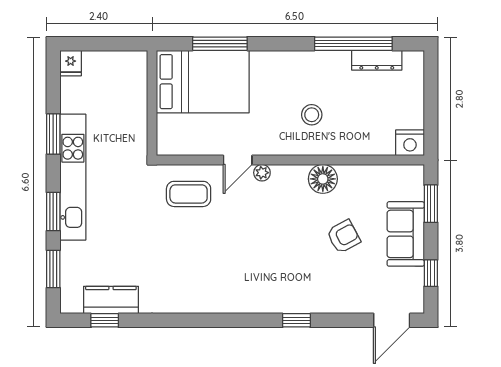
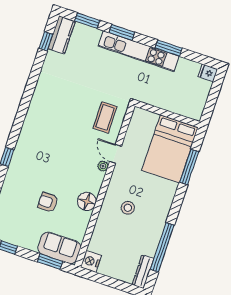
dresser: (377, 60) -> (143, 272), moved
sofa: (406, 234) -> (59, 248), moved
armchair: (343, 237) -> (48, 202), turned 118
kitchen counter: (111, 300) -> (62, 35), moved

